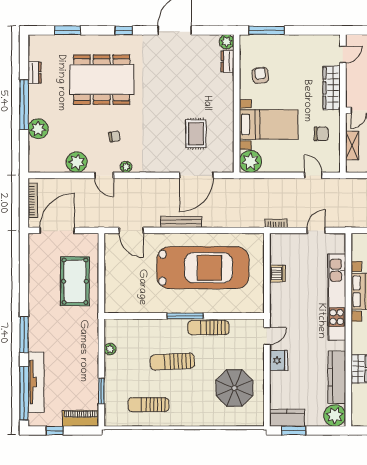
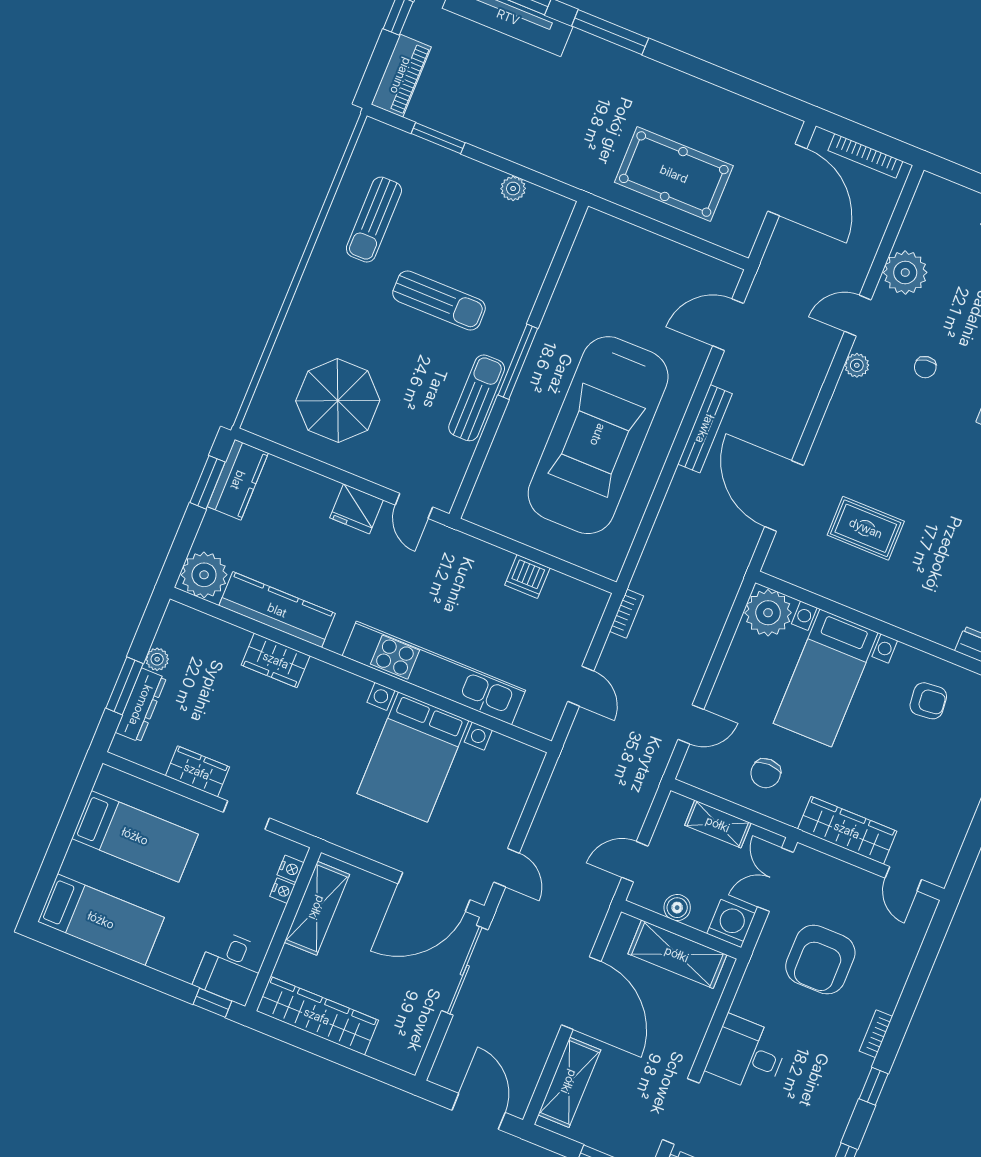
sun lounger: (172, 362) -> (439, 300), turned 93
sun lounger: (149, 405) -> (374, 220), turned 180

